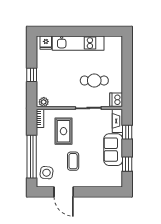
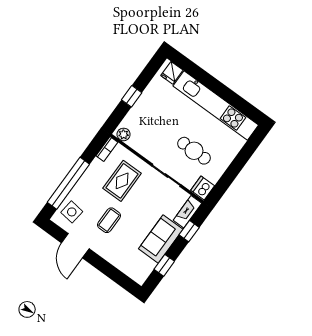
kitchen unit: (78, 43) -> (216, 106), width x1.36

